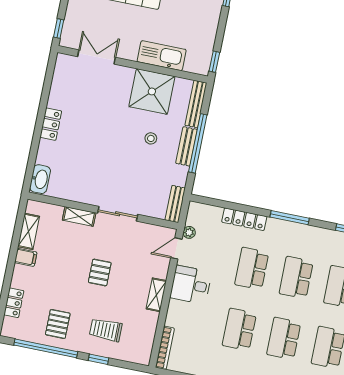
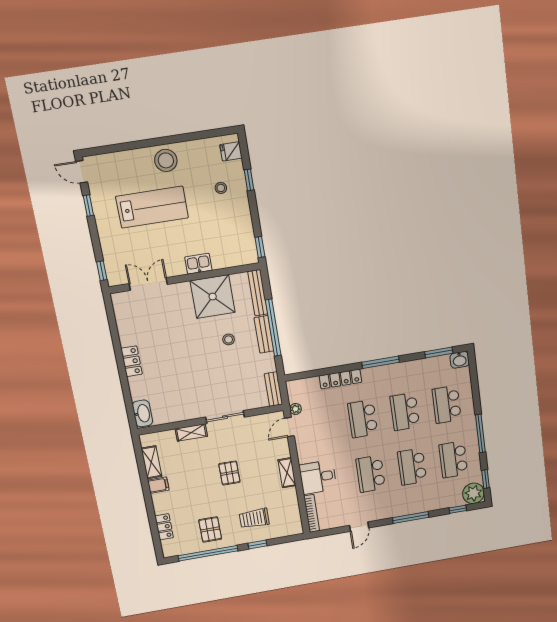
kitchen sink: (162, 56) -> (198, 264), width x0.53, depth x0.81
desk: (191, 285) -> (318, 477), moved

